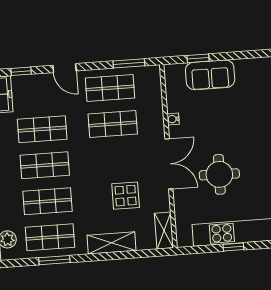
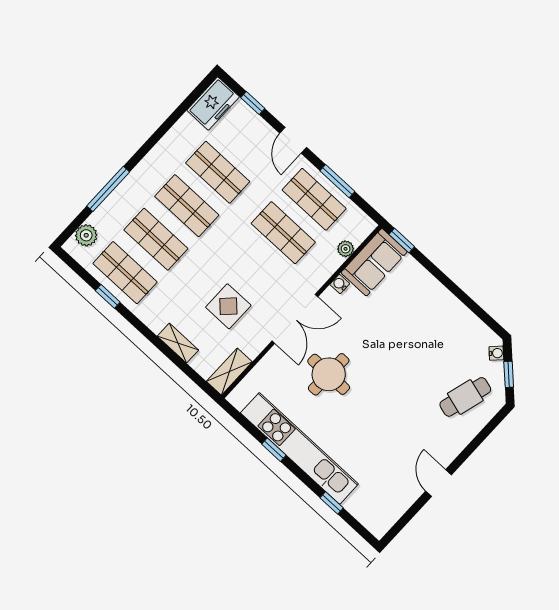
window: (198, 58) -> (402, 241), moved
window: (129, 63) -> (337, 181), moved
sofa: (210, 75) -> (374, 262), moved, turned -90
plant: (156, 97) -> (346, 249), added
shelving: (111, 243) -> (178, 343), width x0.67, depth x0.75
window: (54, 260) -> (108, 296), width x0.67

